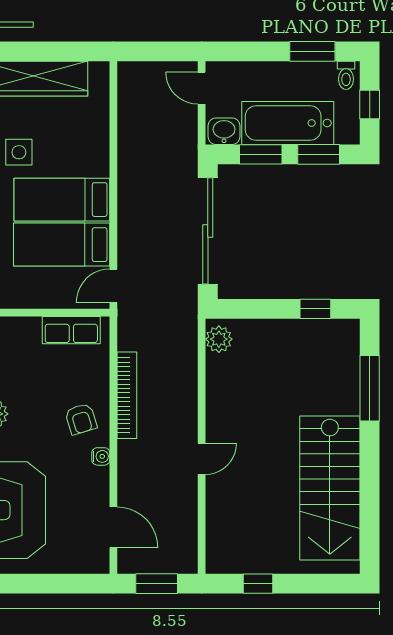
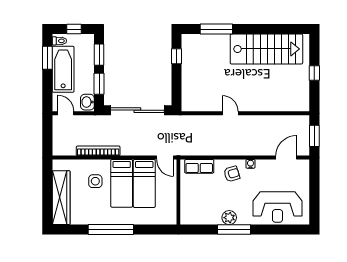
door: (202, 88) -> (66, 113), swing flipped
bathtub: (288, 123) -> (63, 69), moved, turned 180
side table: (19, 152) -> (95, 181), moved
row of seats: (71, 330) -> (199, 166), moved, turned 90
plant: (219, 339) -> (192, 105), removed
bookcase: (127, 395) -> (98, 151), moved
door: (202, 459) -> (230, 113), moved
window: (258, 584) -> (314, 73), moved

